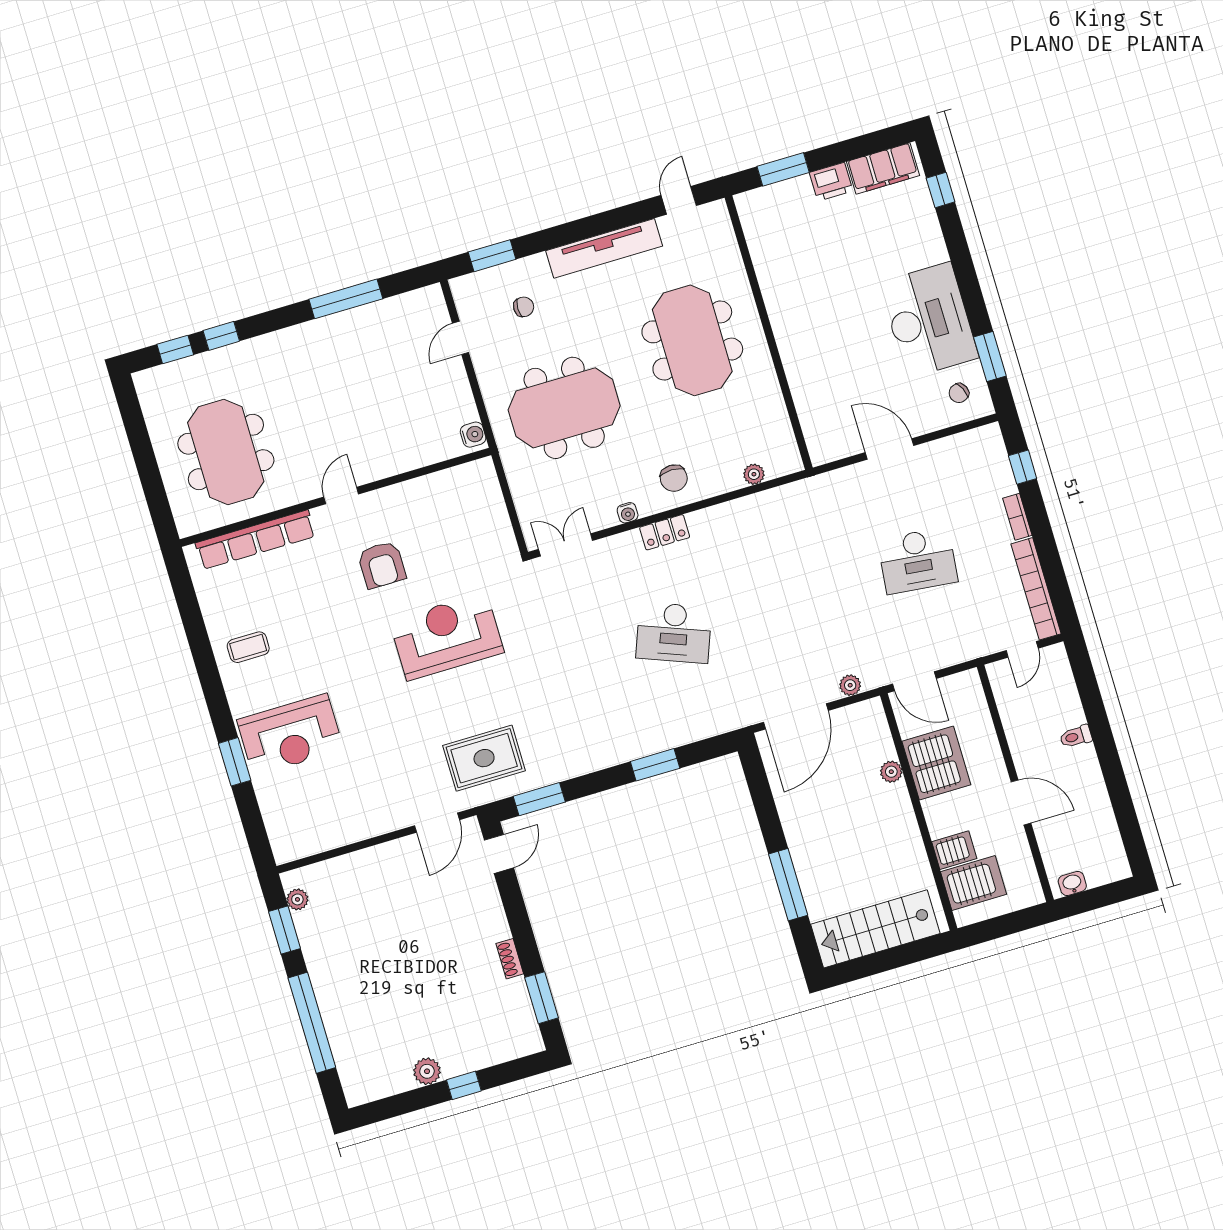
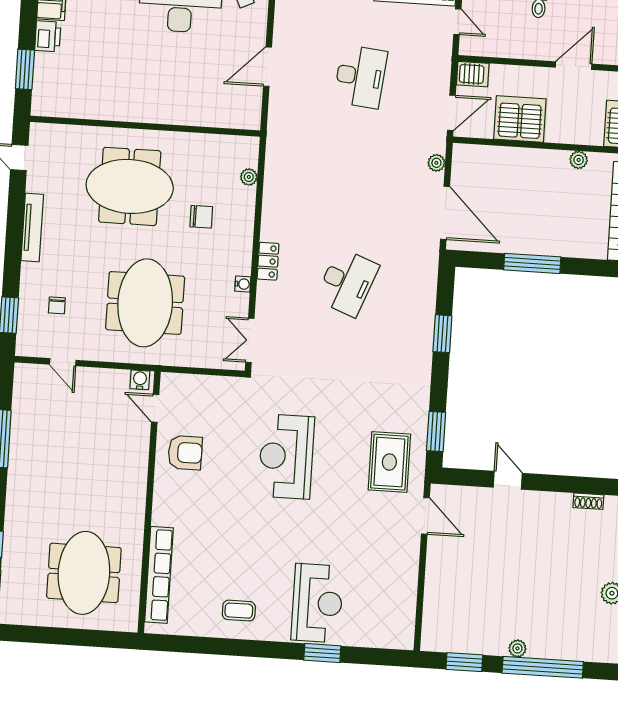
tv unit: (604, 248) -> (32, 228), width x0.73, depth x0.78
chair: (524, 307) -> (57, 305), turned 180
meeting table: (226, 452) -> (84, 573), turned 90
chair: (674, 478) -> (201, 217), moved
door: (341, 496) -> (155, 408), moved
armchair: (382, 565) -> (185, 453), moved
coffee table: (248, 647) -> (239, 611), turned 90
plant: (891, 772) -> (579, 160), moved
server rack: (954, 850) -> (473, 74), moved, turned 90
door: (499, 854) -> (508, 480), moved
window: (788, 885) -> (532, 263), moved
plant: (297, 899) -> (517, 648), moved
shoe rack: (510, 959) -> (588, 501), moved
window: (541, 998) -> (588, 485), removed

